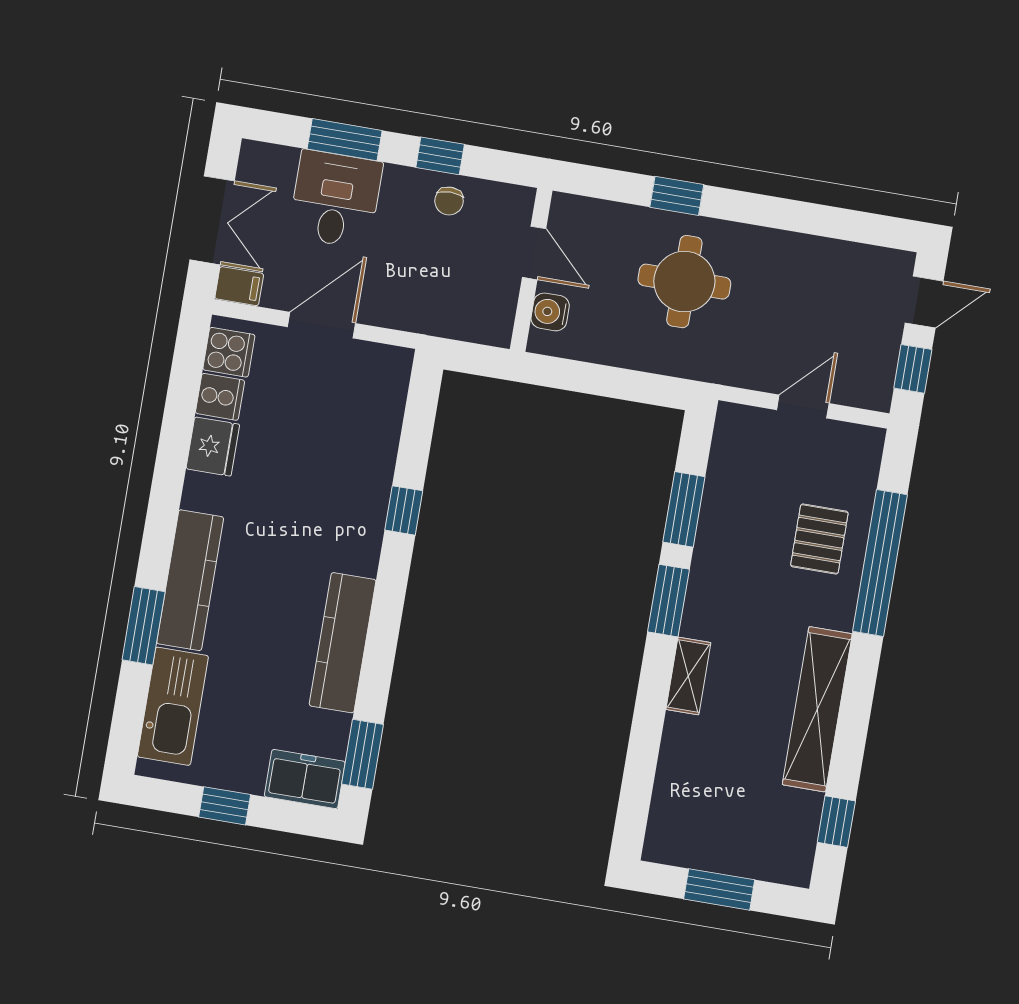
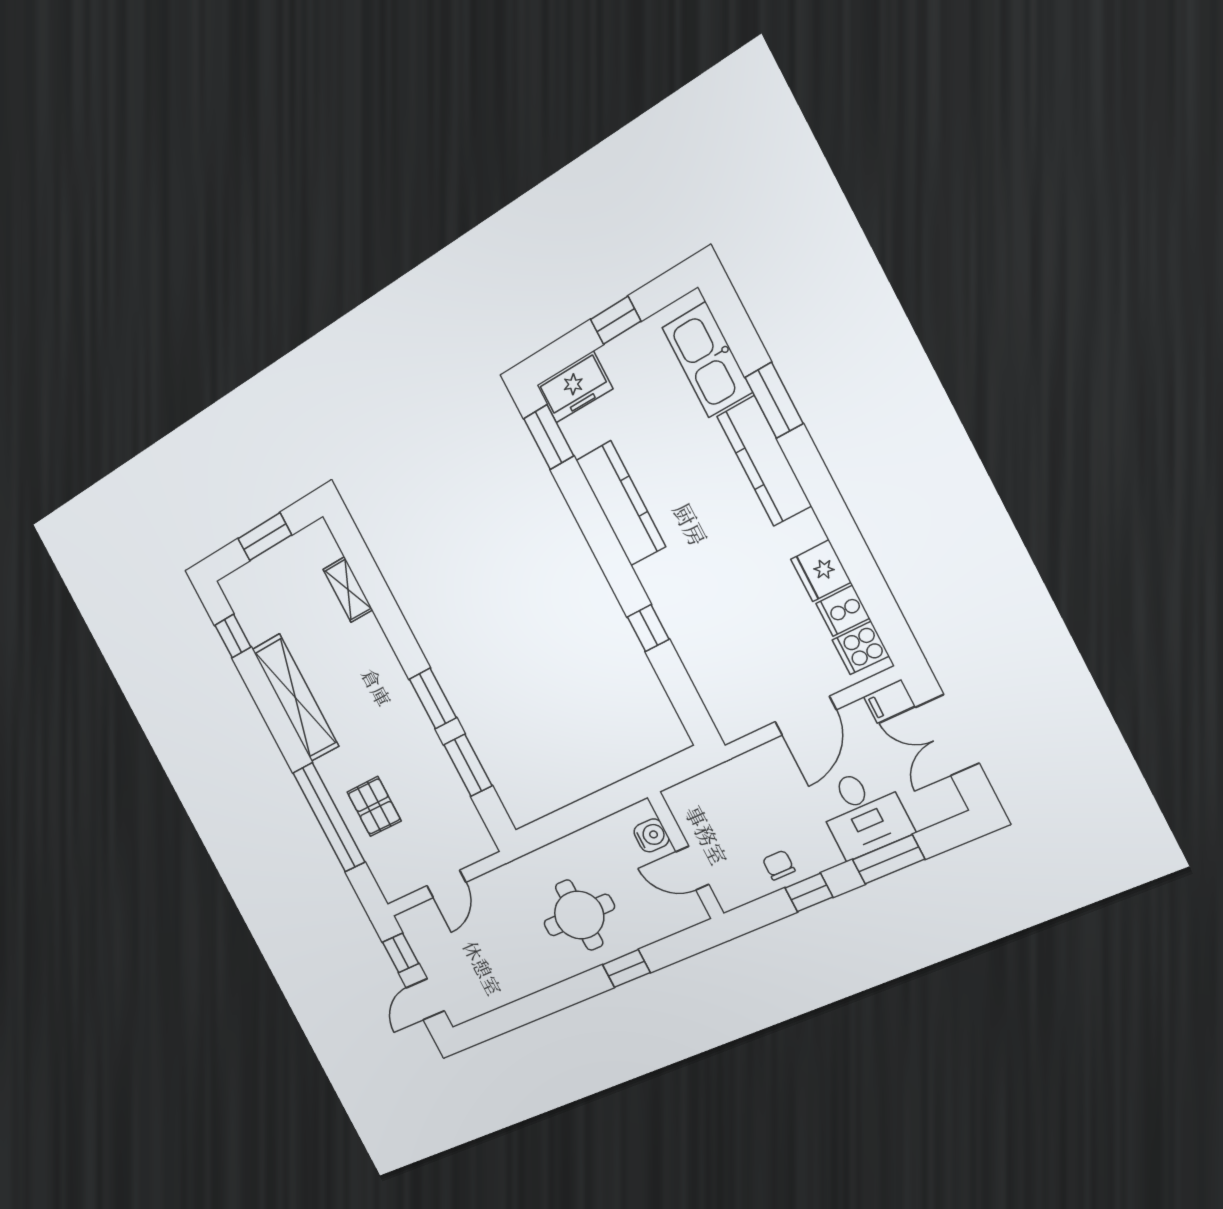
shelving: (688, 676) -> (348, 590), moved

